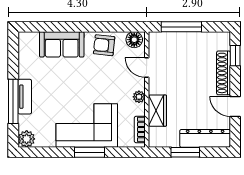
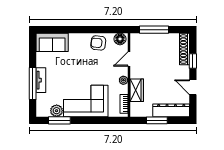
sofa: (62, 44) -> (52, 42), moved
window: (235, 56) -> (193, 61), moved
door: (147, 67) -> (129, 59), hinge flipped
shoe rack: (224, 73) -> (185, 49), moved
plant: (27, 139) -> (57, 111), moved
window: (90, 152) -> (59, 120), moved

